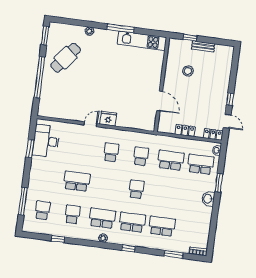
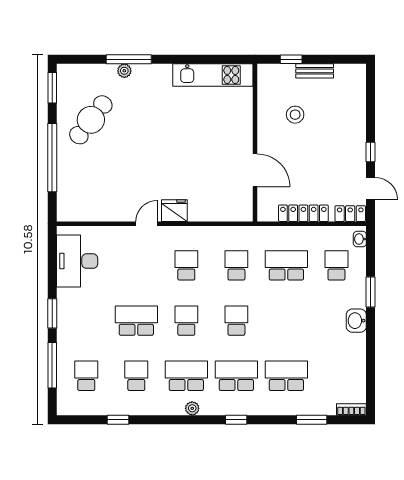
window: (121, 28) -> (129, 59), moved
locker: (185, 130) -> (303, 213), width x1.53
window: (30, 149) -> (52, 313), moved
school desk: (201, 164) -> (336, 265), width x0.54
school desk: (107, 185) -> (186, 321), added

